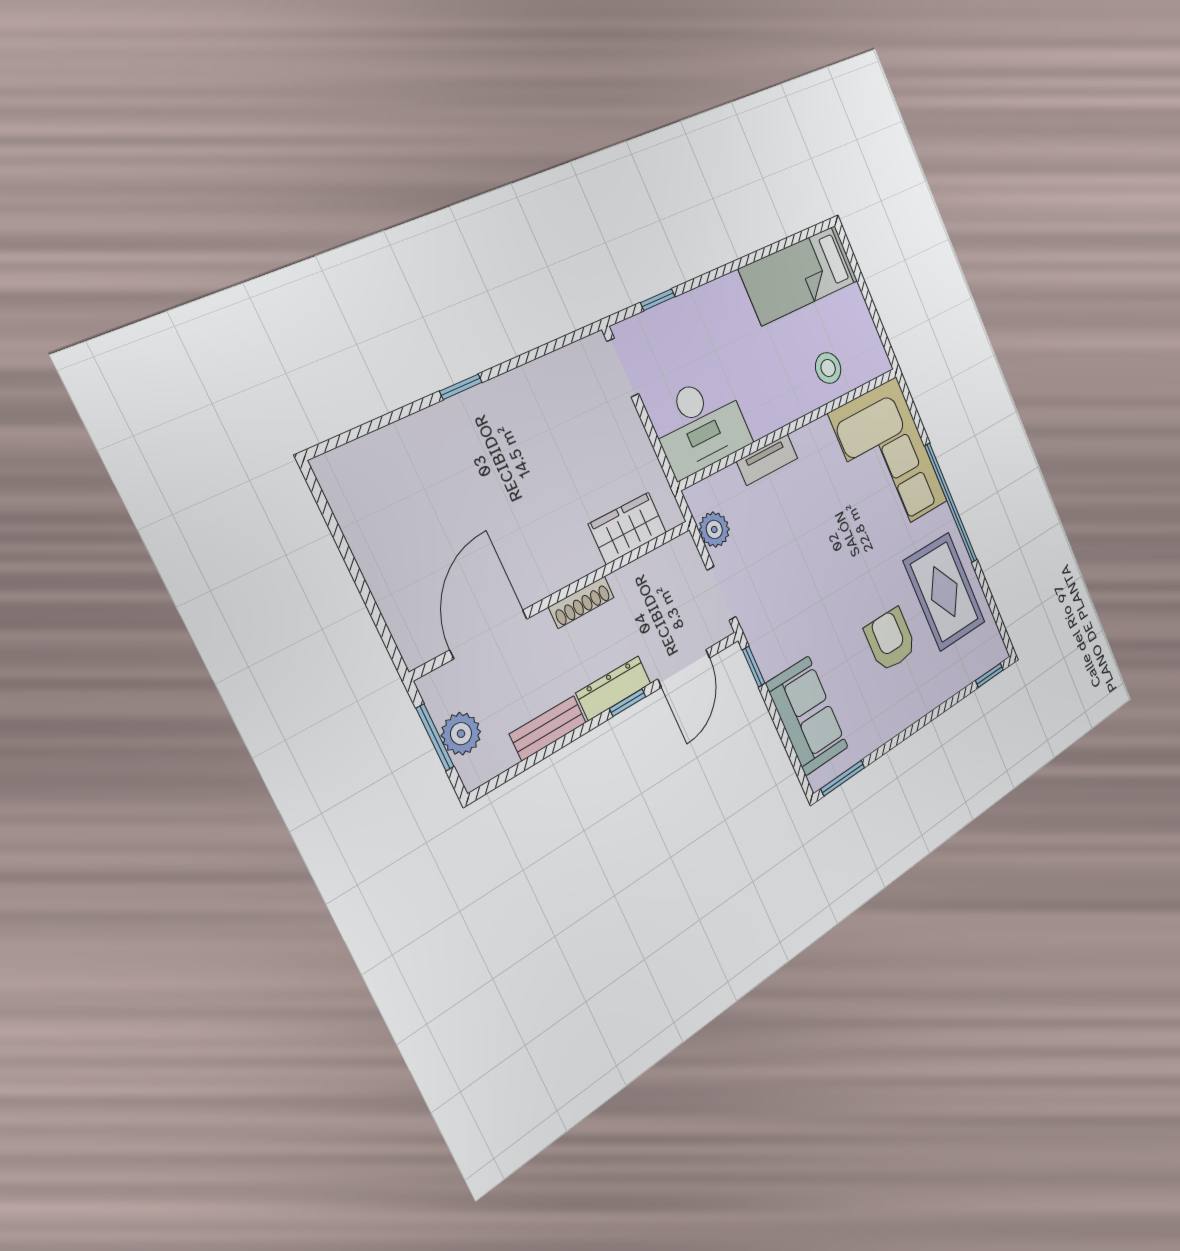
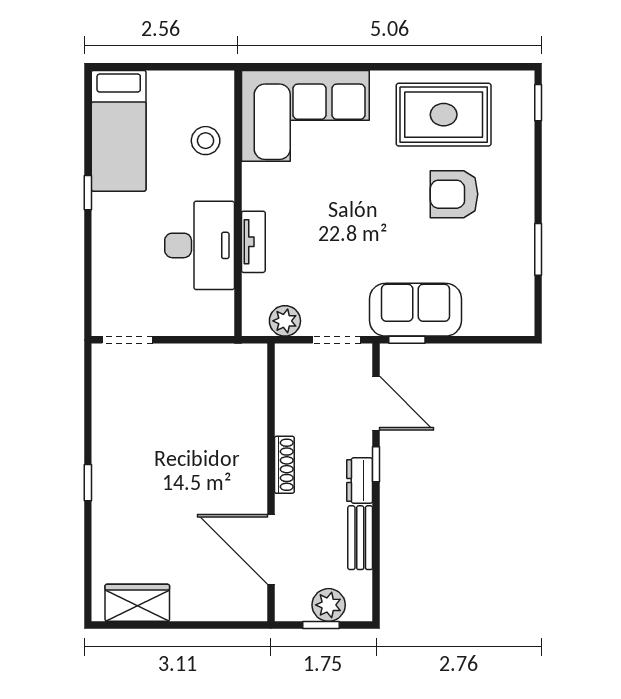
window: (658, 300) -> (88, 193), moved
desk: (700, 425) -> (200, 245), moved
window: (951, 503) -> (373, 67), removed
wardrobe: (628, 528) -> (137, 603), moved, turned 90
dresser: (614, 688) -> (360, 480), width x0.70
sofa: (807, 716) -> (416, 310), moved
window: (435, 737) -> (321, 625), width x0.67
window: (843, 778) -> (538, 249), moved

